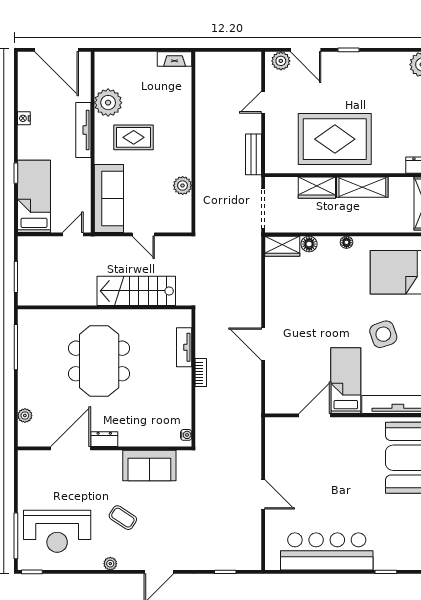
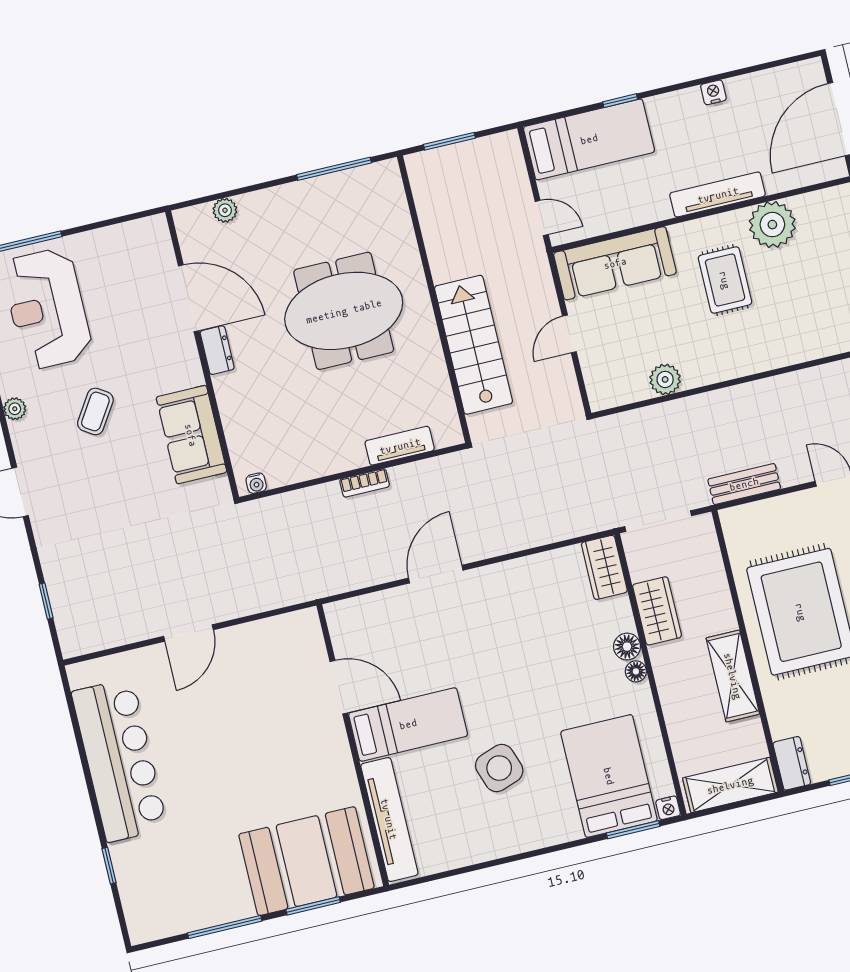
wardrobe: (317, 188) -> (657, 611), moved, turned 180
floor lamp: (309, 244) -> (627, 647), moved

